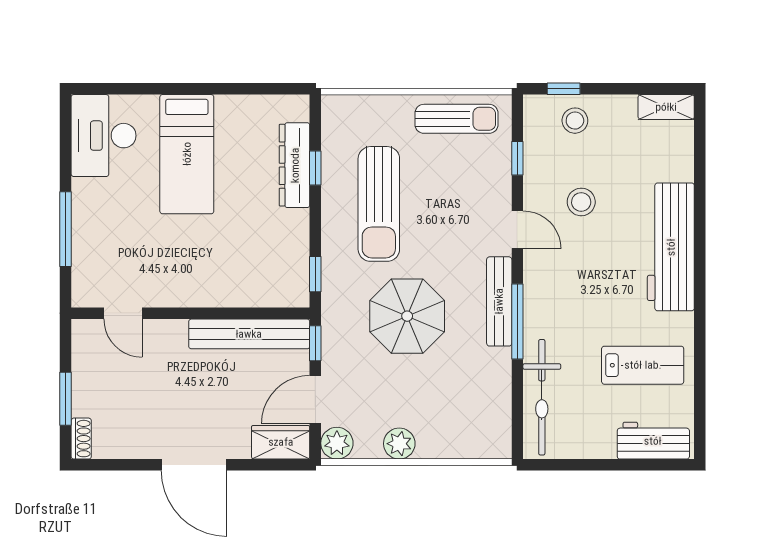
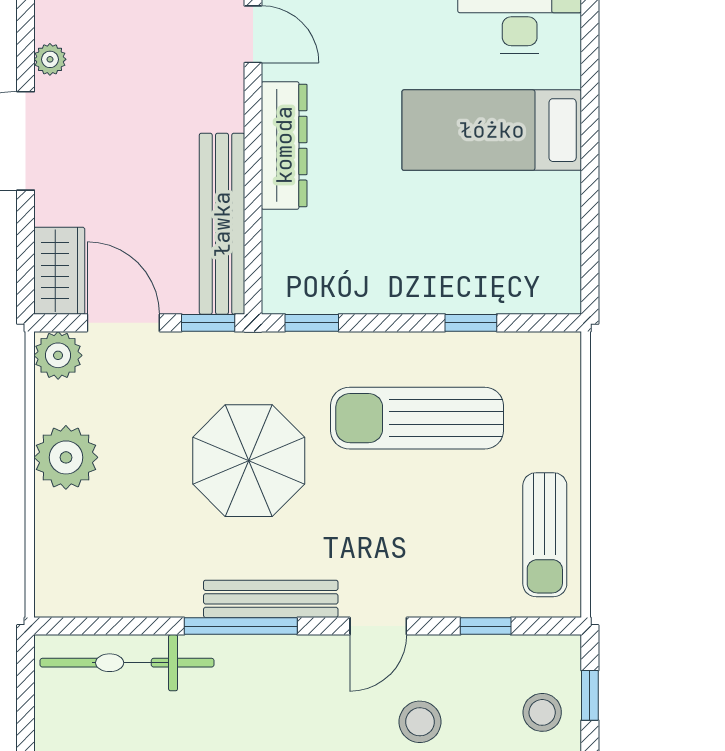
dresser: (295, 165) -> (284, 145), moved, turned 90
door: (123, 313) -> (253, 34), swing flipped
plant: (399, 444) -> (66, 457), width x1.36, depth x1.36
plant: (140, 449) -> (50, 59), added

